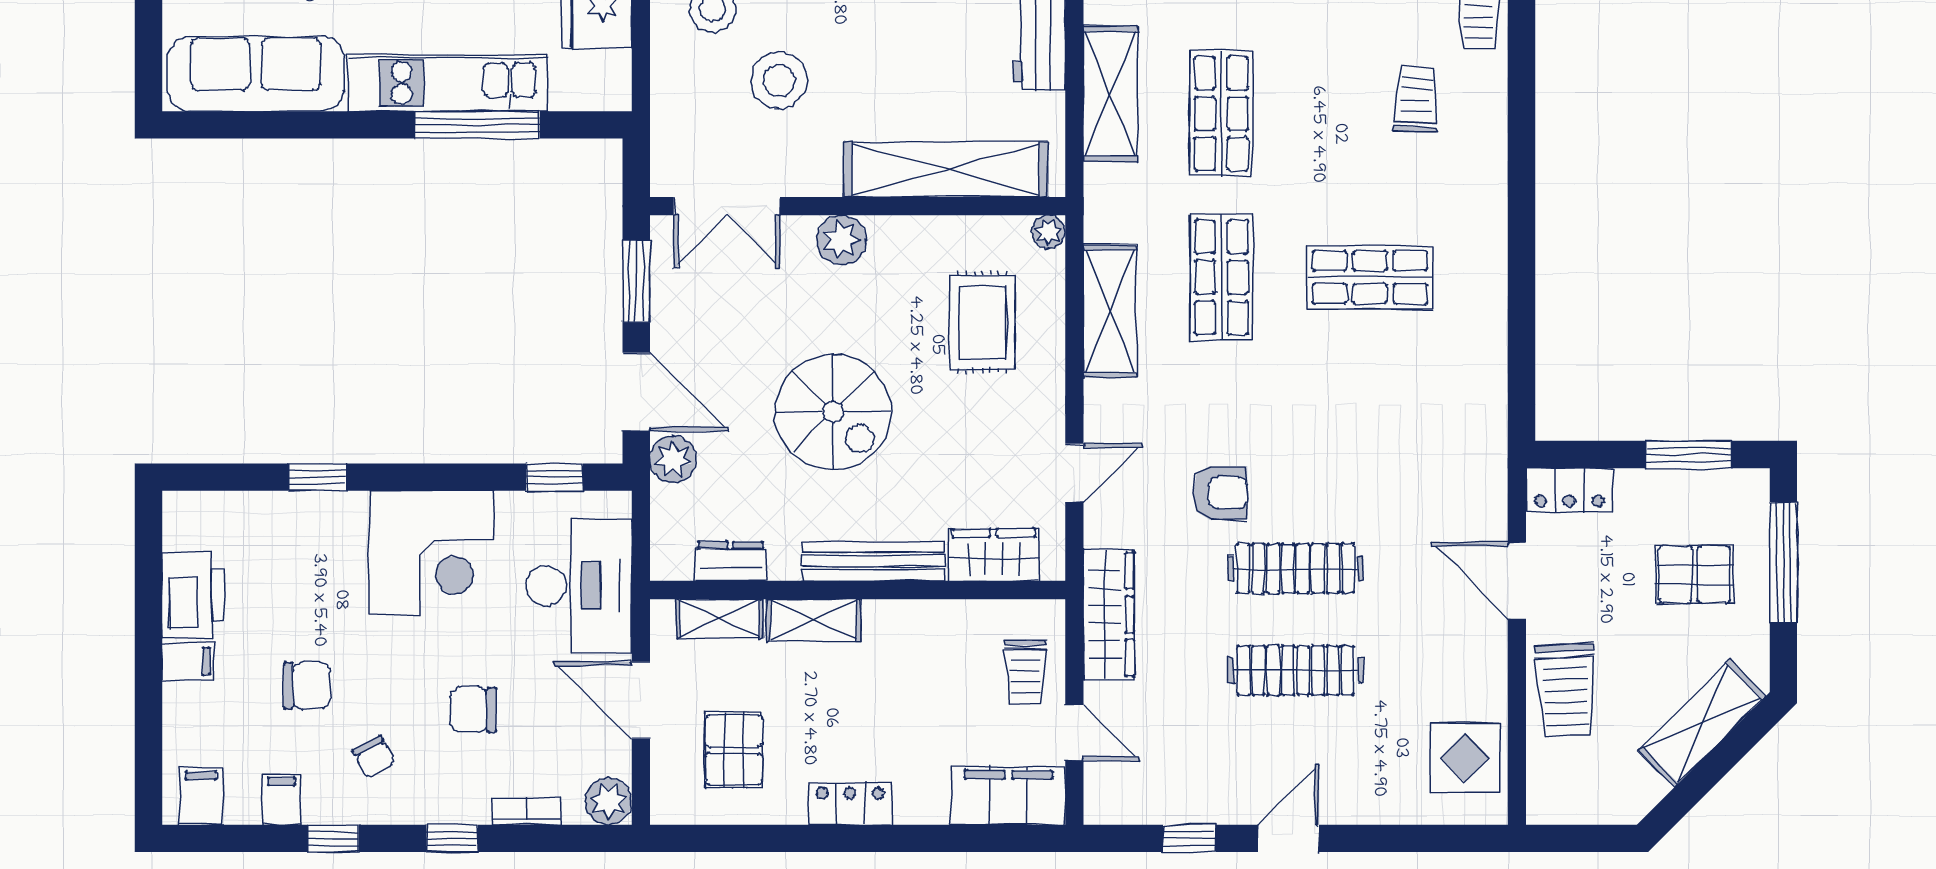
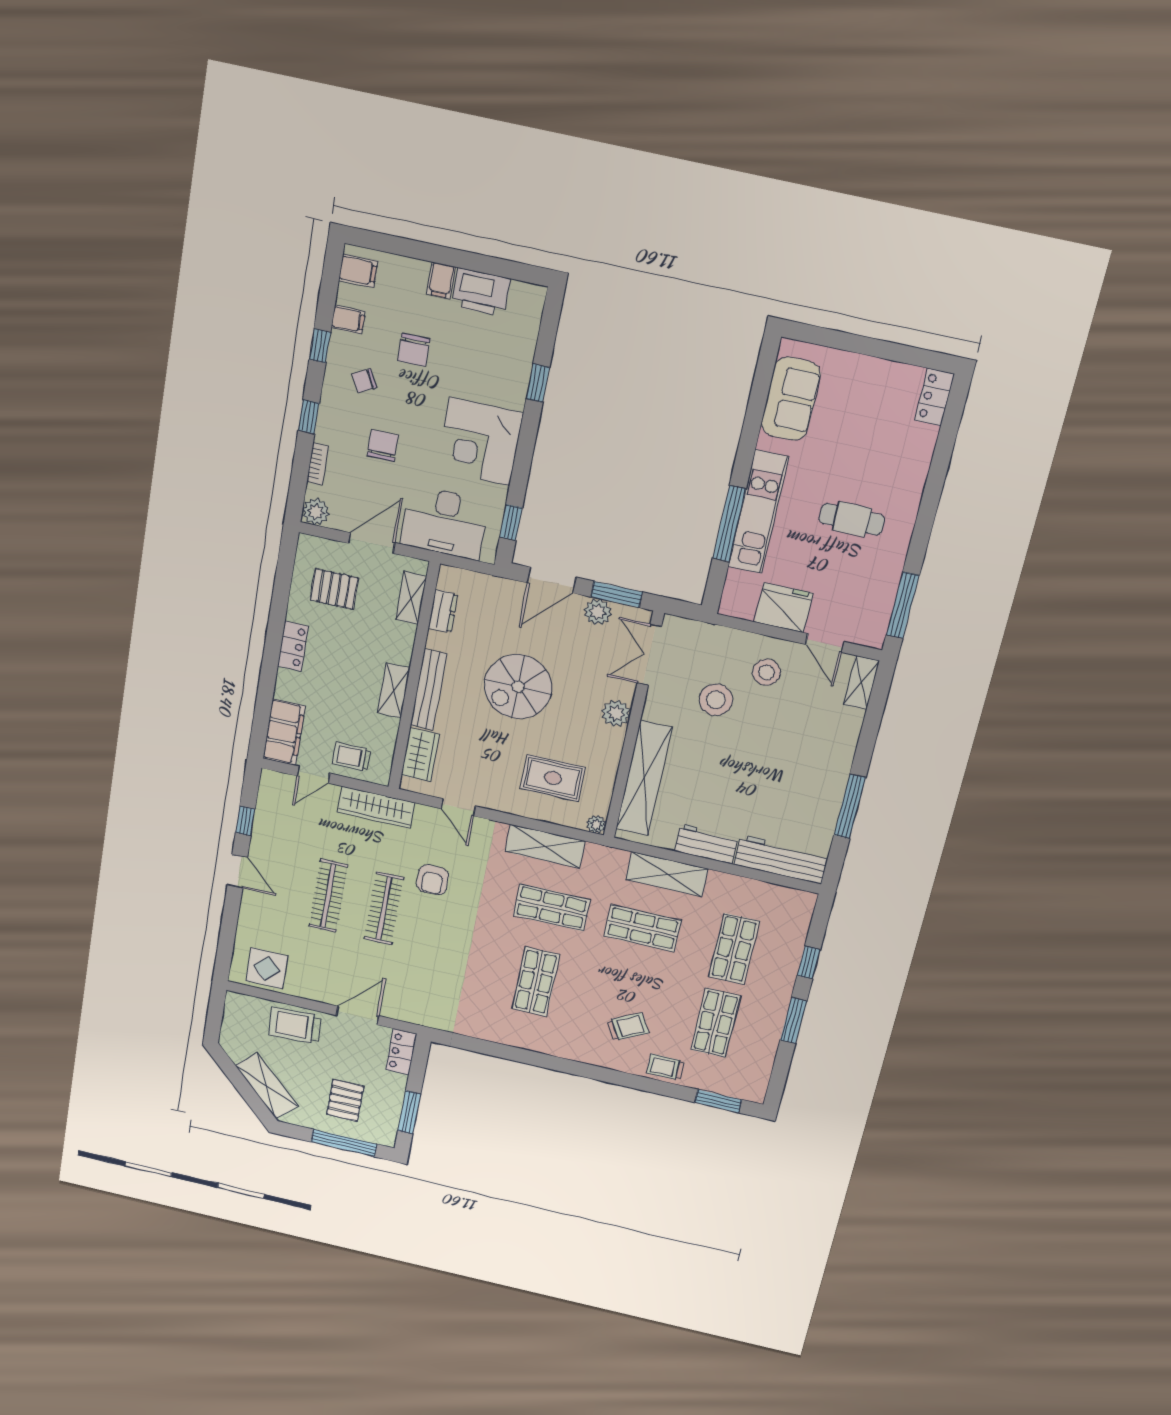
sofa: (256, 74) -> (791, 399), width x0.73
trolley: (1416, 99) -> (628, 1027), turned -31
plant: (673, 459) -> (598, 612), moved
shelving: (814, 620) -> (394, 690), moved

